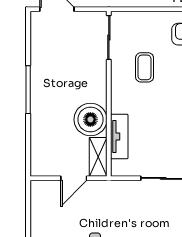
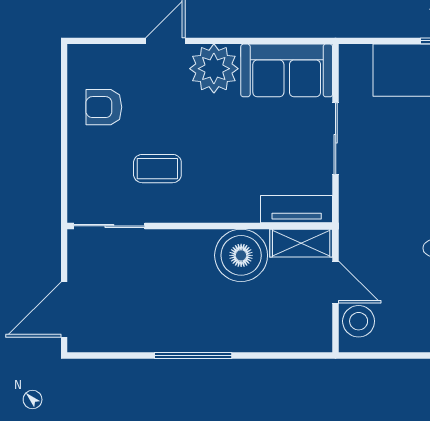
tv unit: (119, 136) -> (297, 209), moved
stool: (50, 193) -> (359, 321), added

